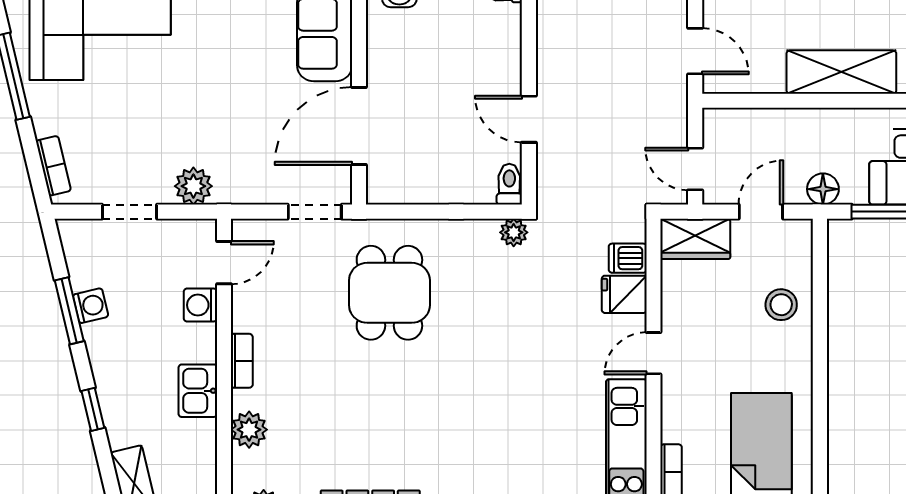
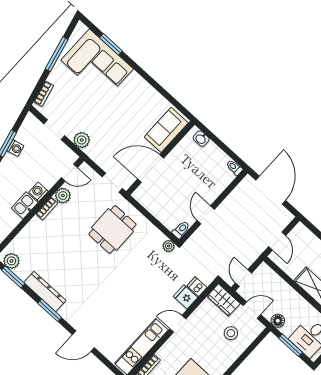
washing machine: (200, 305) -> (38, 192), moved
stool: (781, 305) -> (231, 333), moved
plant: (249, 430) -> (63, 196), moved

